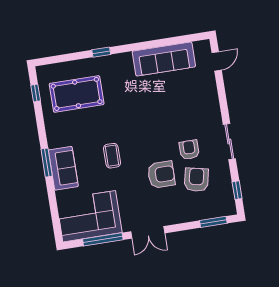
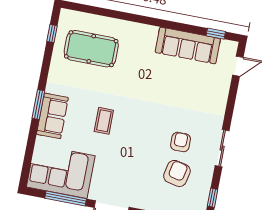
window: (101, 52) -> (216, 34), moved
armchair: (161, 175) -> (145, 156), removed

